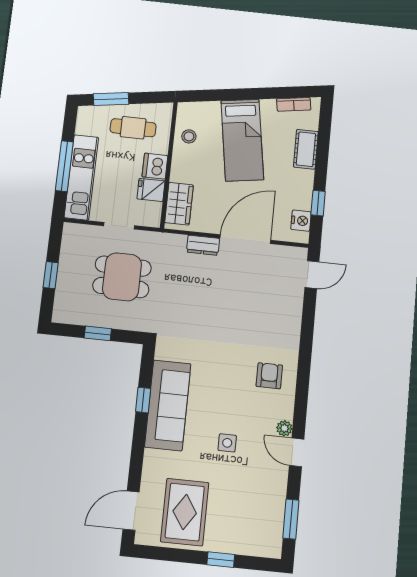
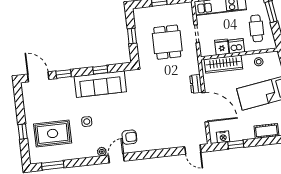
wardrobe: (179, 204) -> (223, 64), width x1.50
door: (297, 452) -> (116, 158), moved
window: (136, 465) -> (64, 74), added
rug: (185, 512) -> (53, 133), moved

